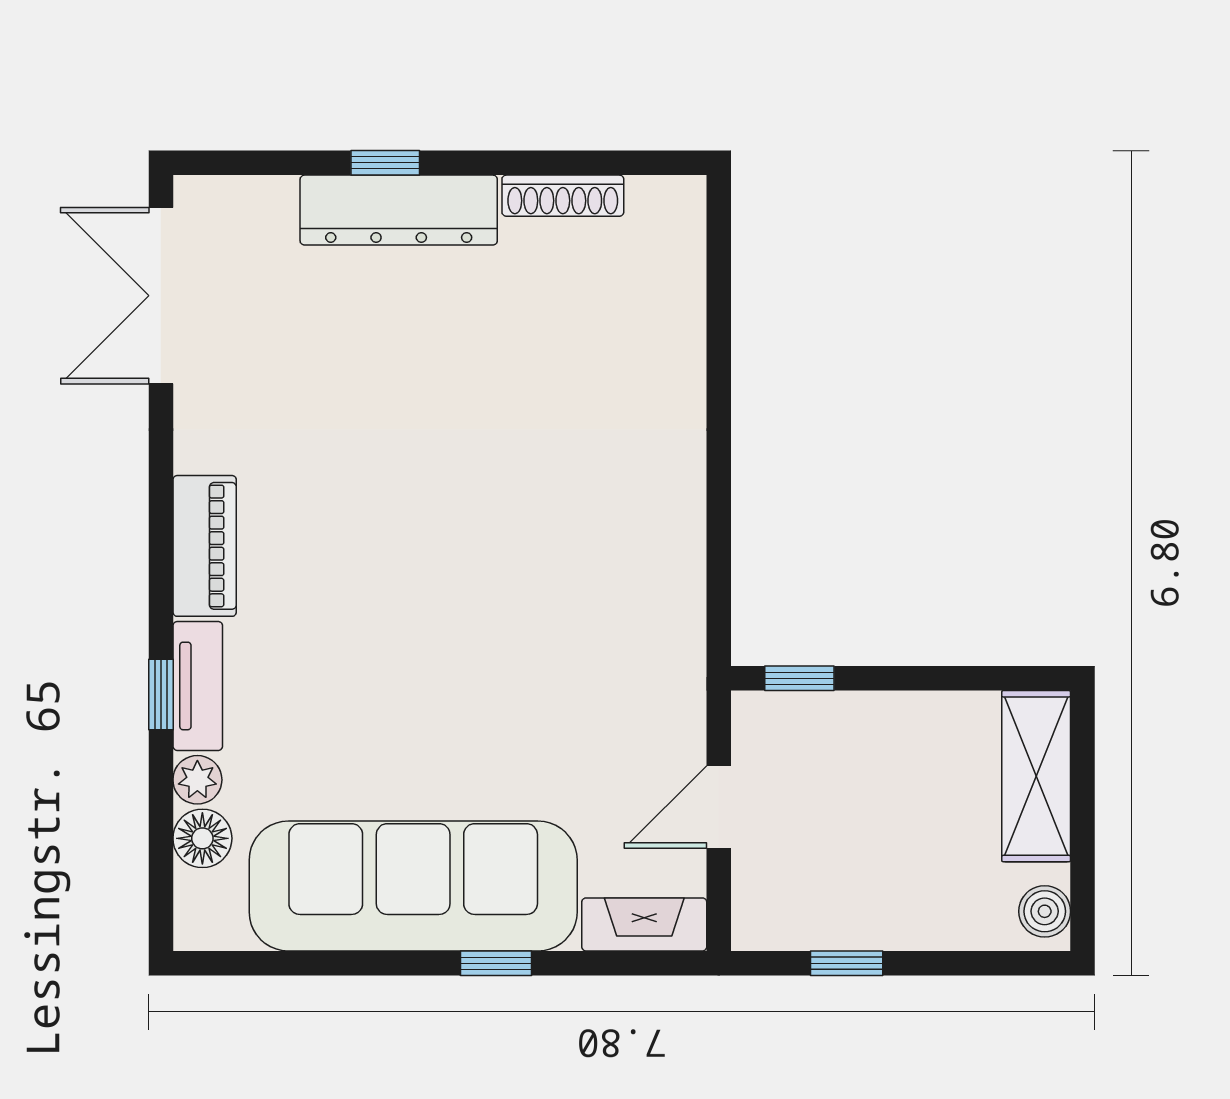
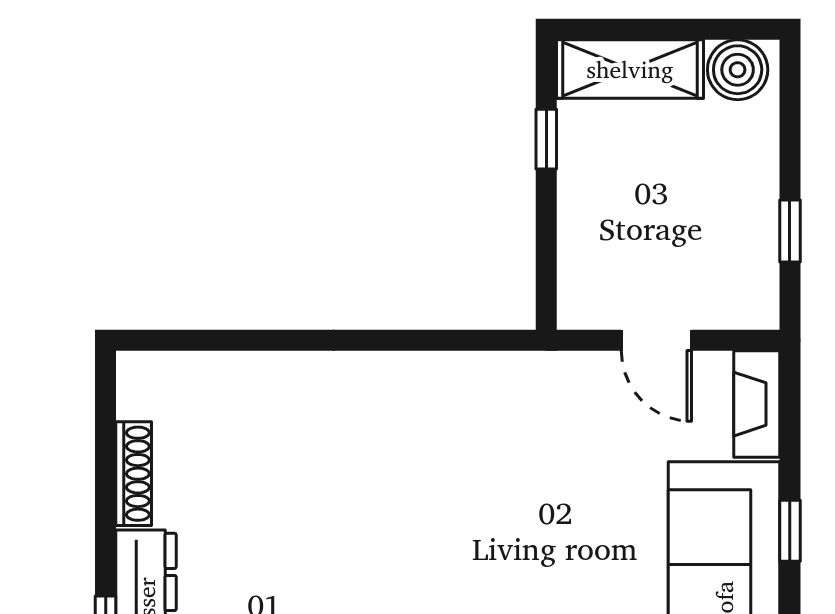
window: (799, 678) -> (546, 139), moved
boiler: (1045, 911) -> (738, 70), width x1.36, depth x1.36

